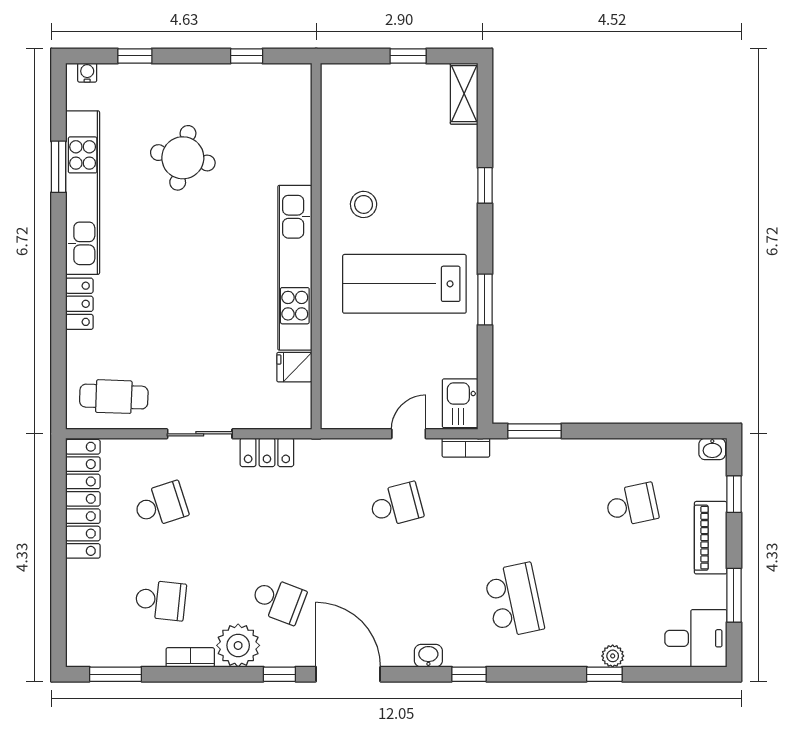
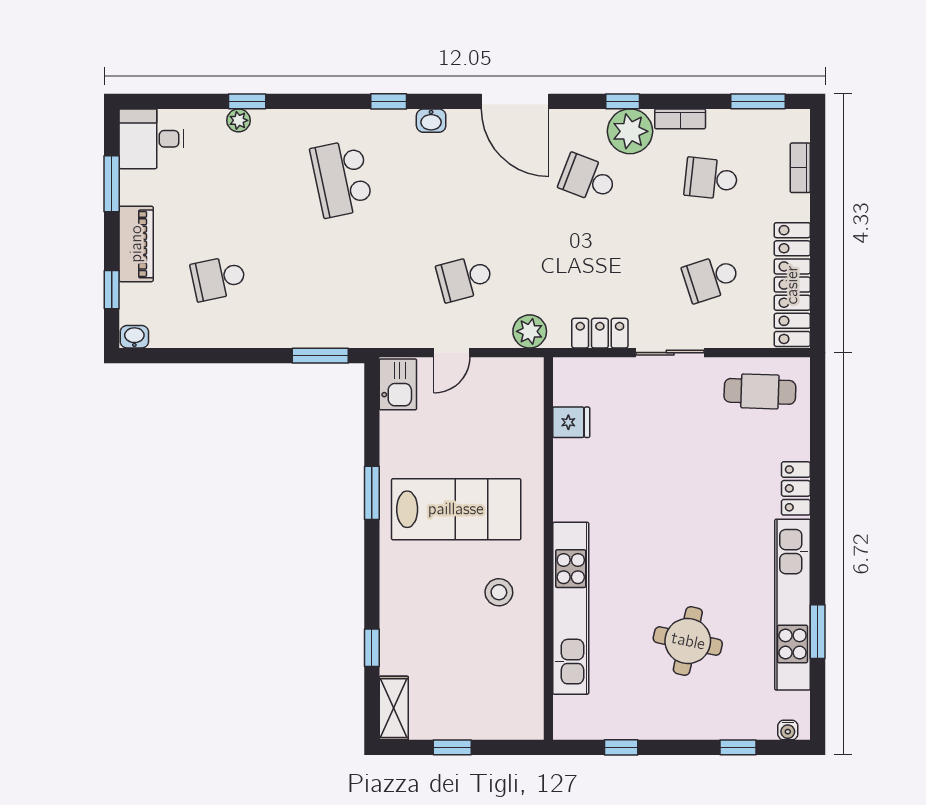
window: (485, 185) -> (372, 648), moved
kitchen unit: (295, 268) -> (571, 608), moved
bookcase: (466, 448) -> (800, 168), moved, turned -90
plant: (334, 454) -> (530, 331), added
window: (279, 674) -> (623, 101), moved

